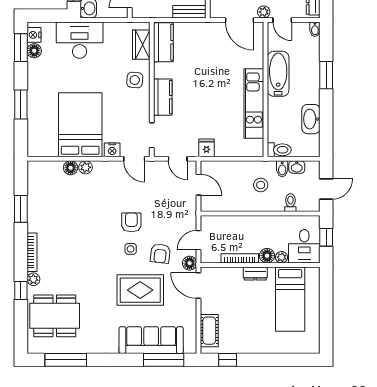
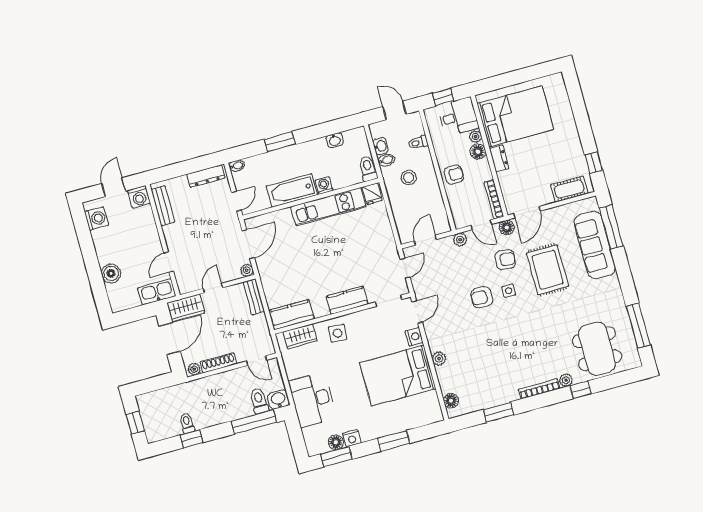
plant: (264, 12) -> (247, 270), moved
nightstand: (34, 35) -> (352, 438), moved
washing machine: (275, 105) -> (324, 185), added
washbasin: (311, 119) -> (335, 140), width x0.52, depth x0.69
fridge: (207, 148) -> (372, 194), moved, turned -90
floor lamp: (71, 168) -> (451, 401), moved
plant: (190, 217) -> (460, 240), added
armchair: (252, 228) -> (454, 175), added
bookcase: (240, 258) -> (494, 199), moved
bed: (290, 299) -> (515, 116), width x1.50

